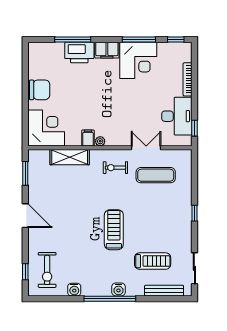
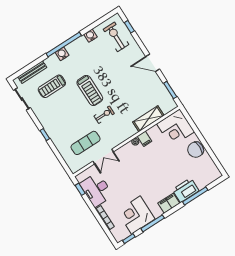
corner desk: (138, 60) -> (136, 215), moved
exercise bike: (115, 168) -> (104, 115), moved

